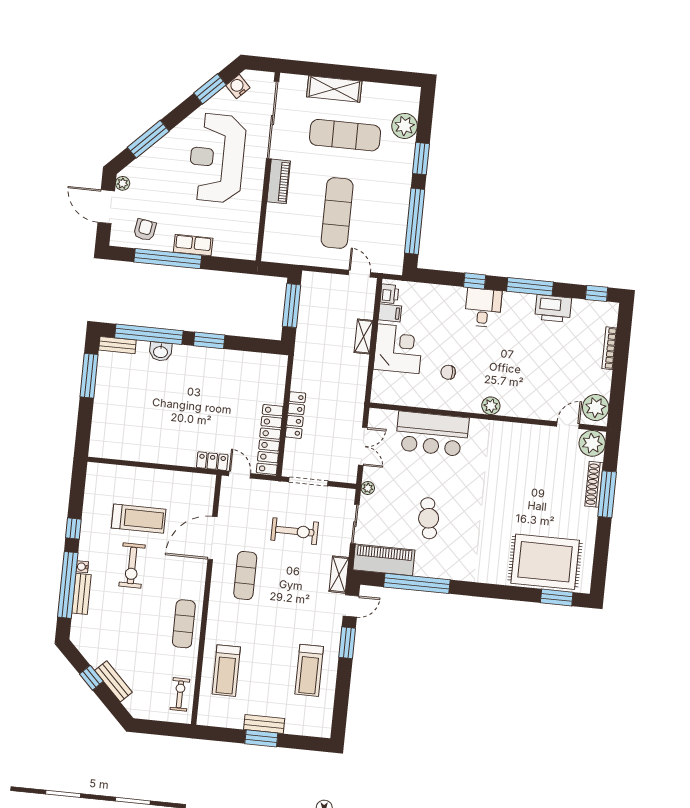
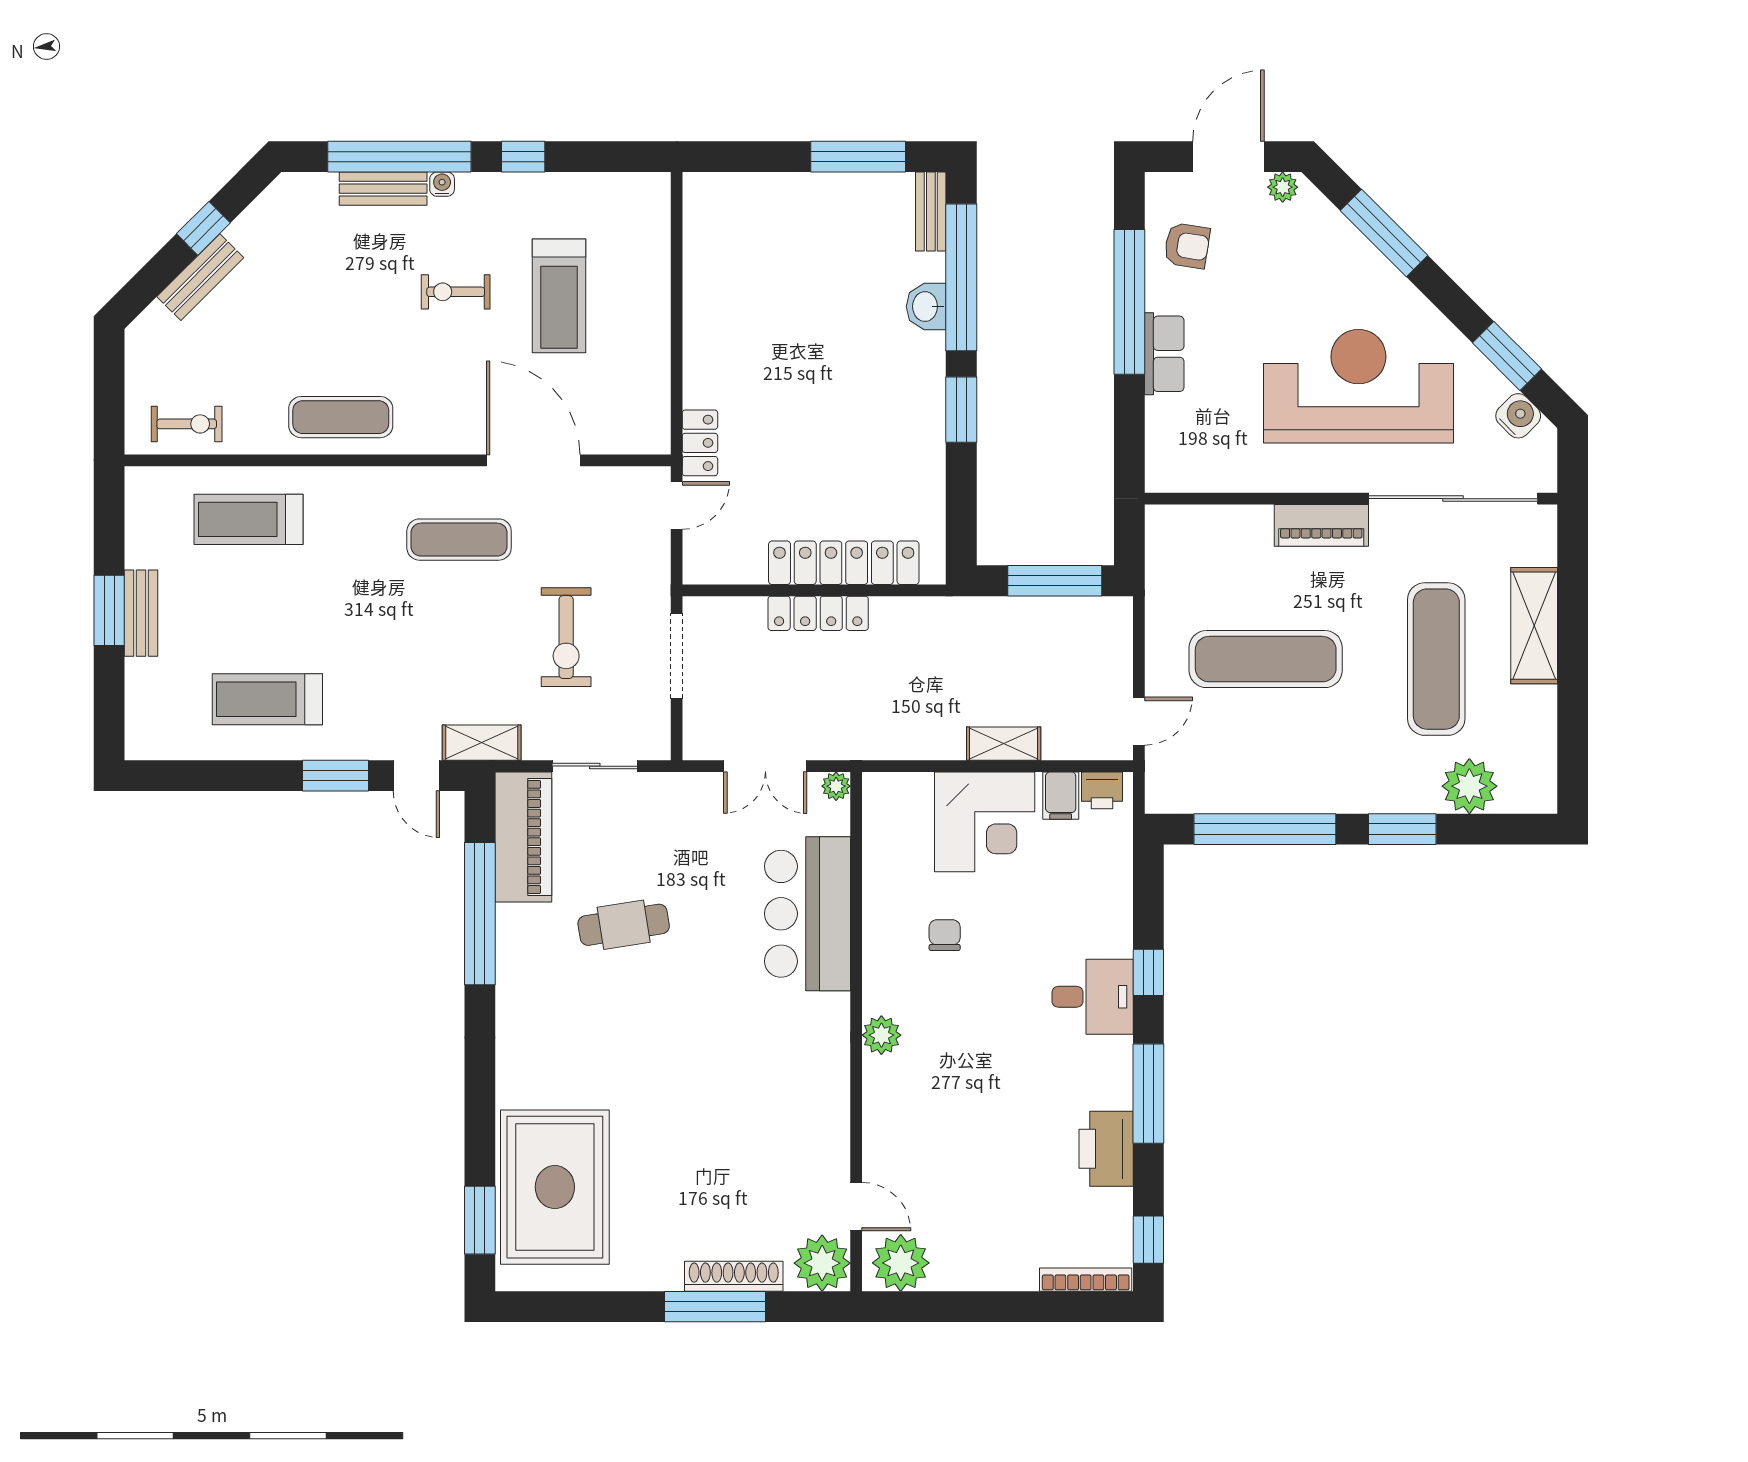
bookcase: (609, 348) -> (1086, 1280), moved
locker: (270, 440) -> (844, 563), moved
plant: (368, 488) -> (836, 786), moved
exercise bike: (132, 566) -> (456, 292), width x0.73, depth x0.72

